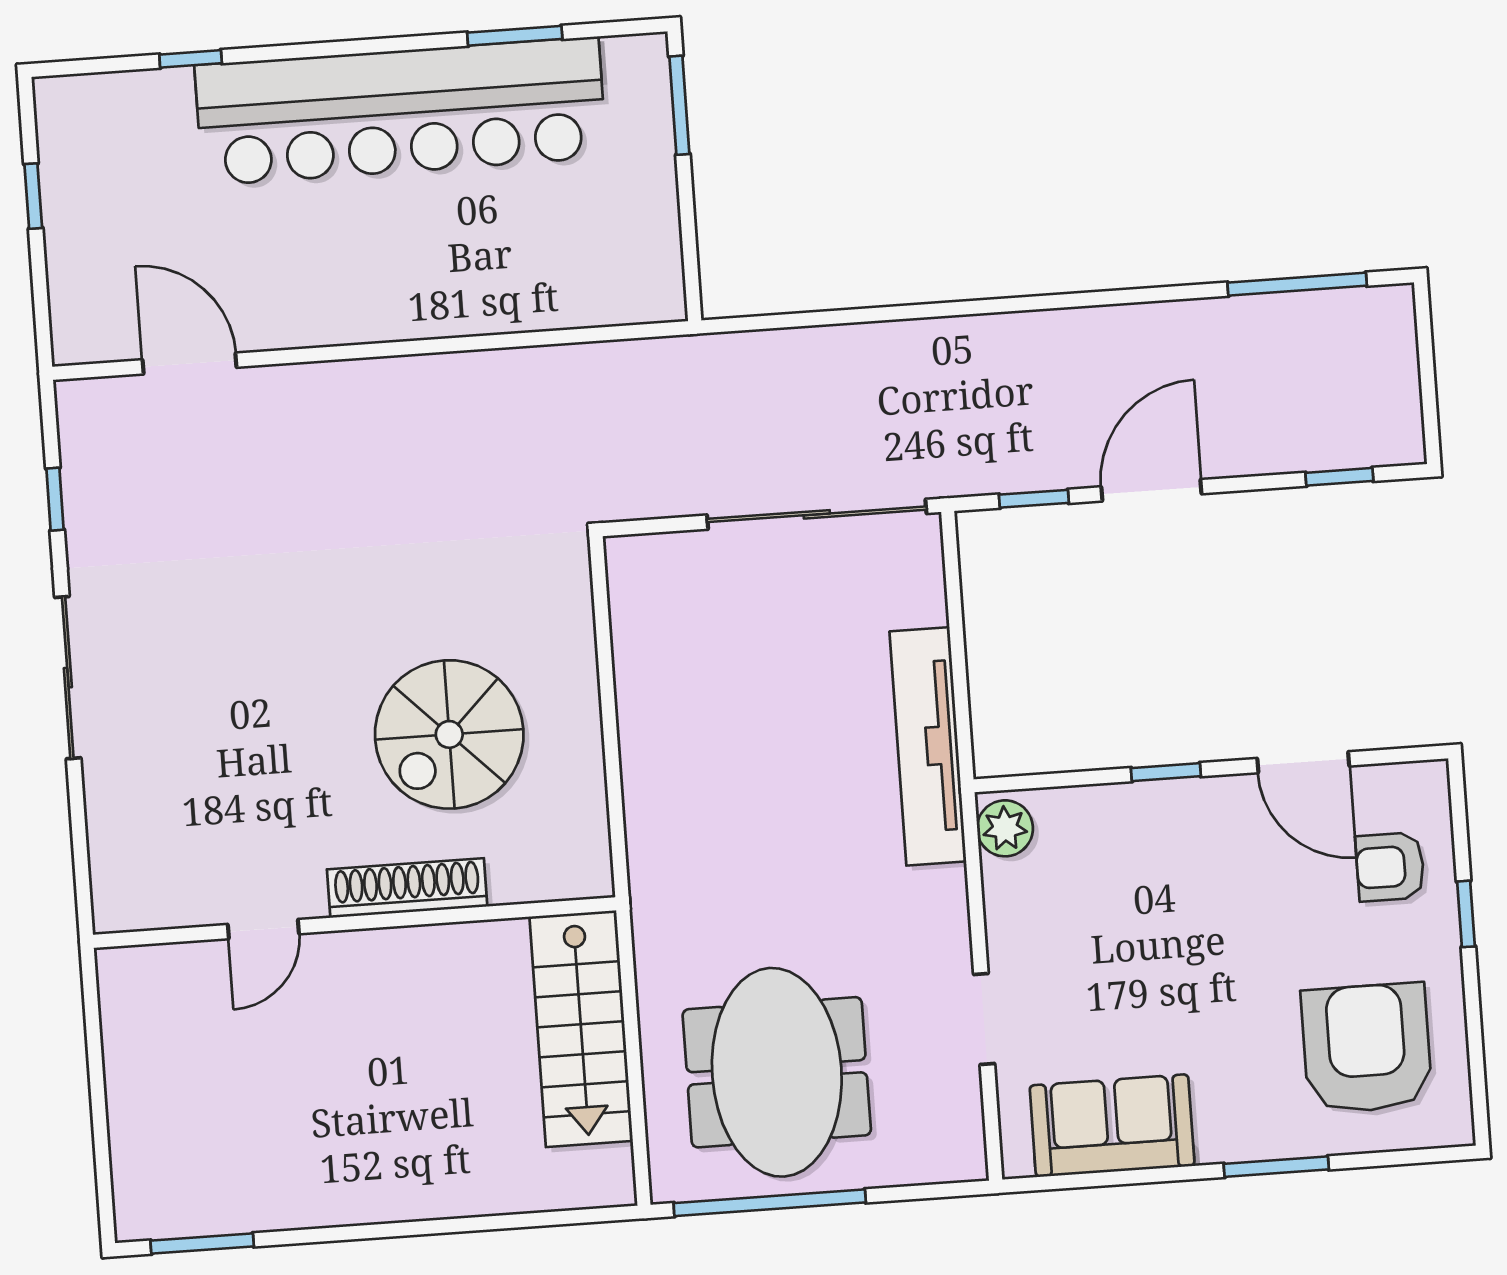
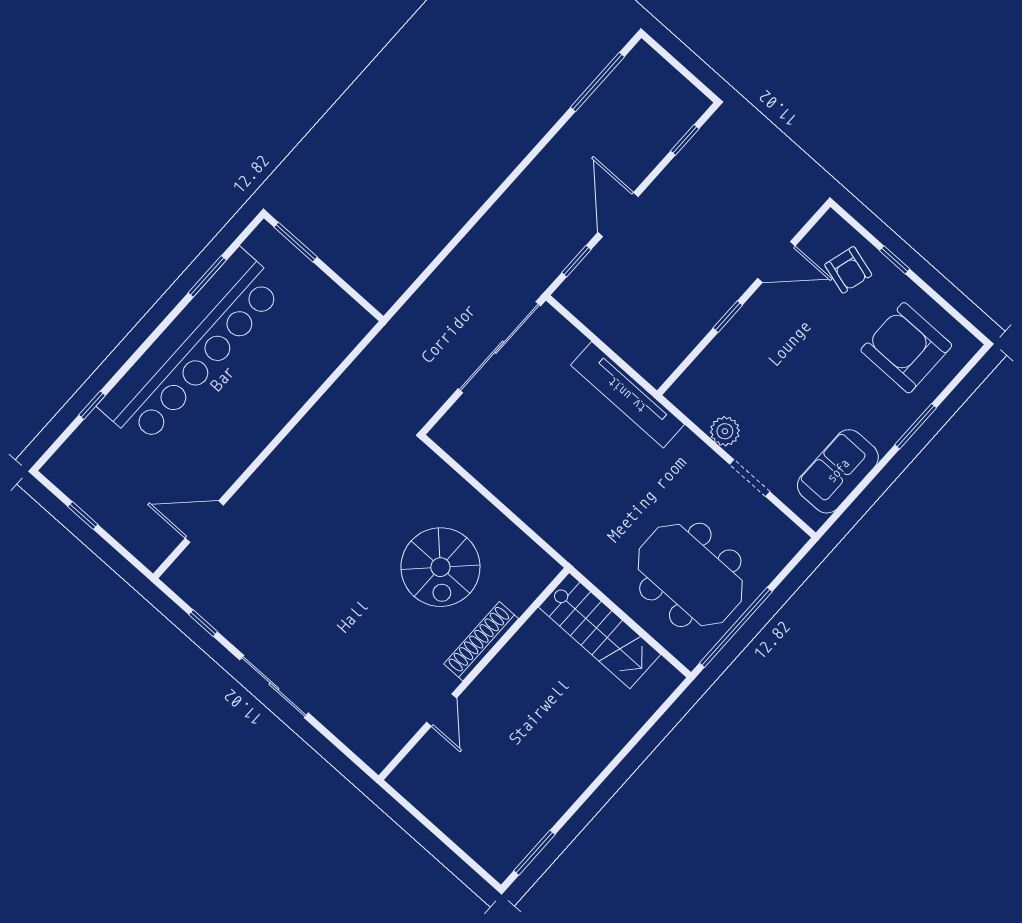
plant: (1005, 828) -> (725, 431), moved
armchair: (1390, 867) -> (848, 270), turned -74

